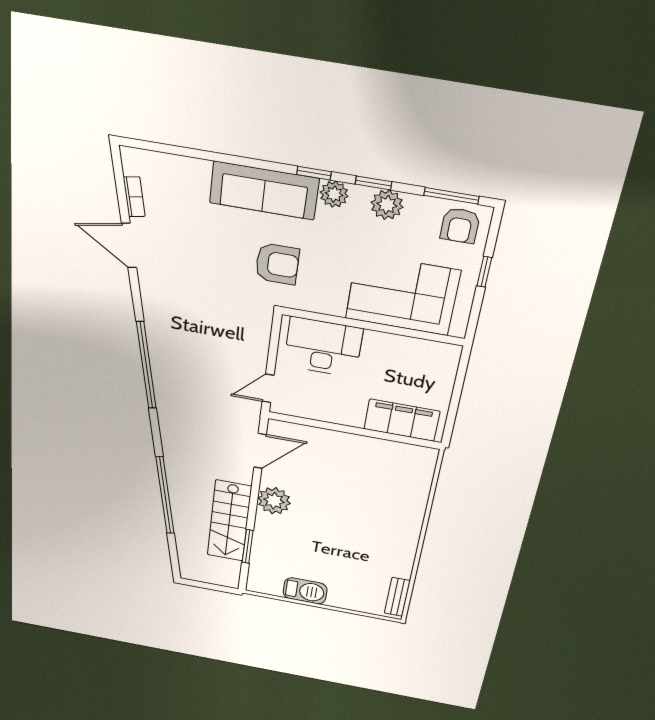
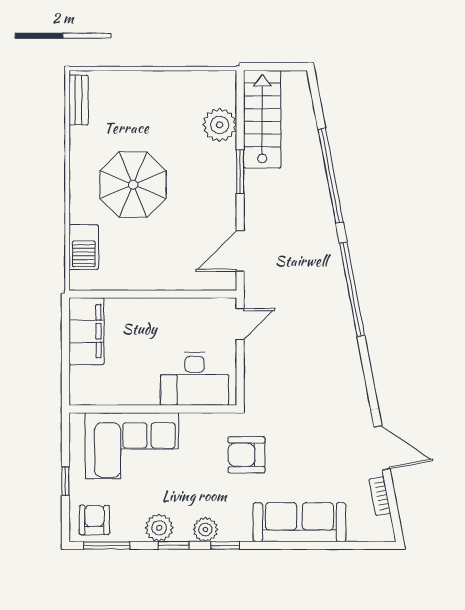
sofa: (264, 191) -> (299, 522), moved
window: (146, 366) -> (352, 289), moved
filing cabinet: (402, 420) -> (86, 331), moved, turned -90
plant: (274, 501) -> (220, 125), moved
stairs: (229, 521) -> (262, 119), moved
parasol: (357, 524) -> (133, 185), added
window: (248, 546) -> (240, 172), moved
barbecue: (305, 591) -> (84, 247), moved, turned -90

